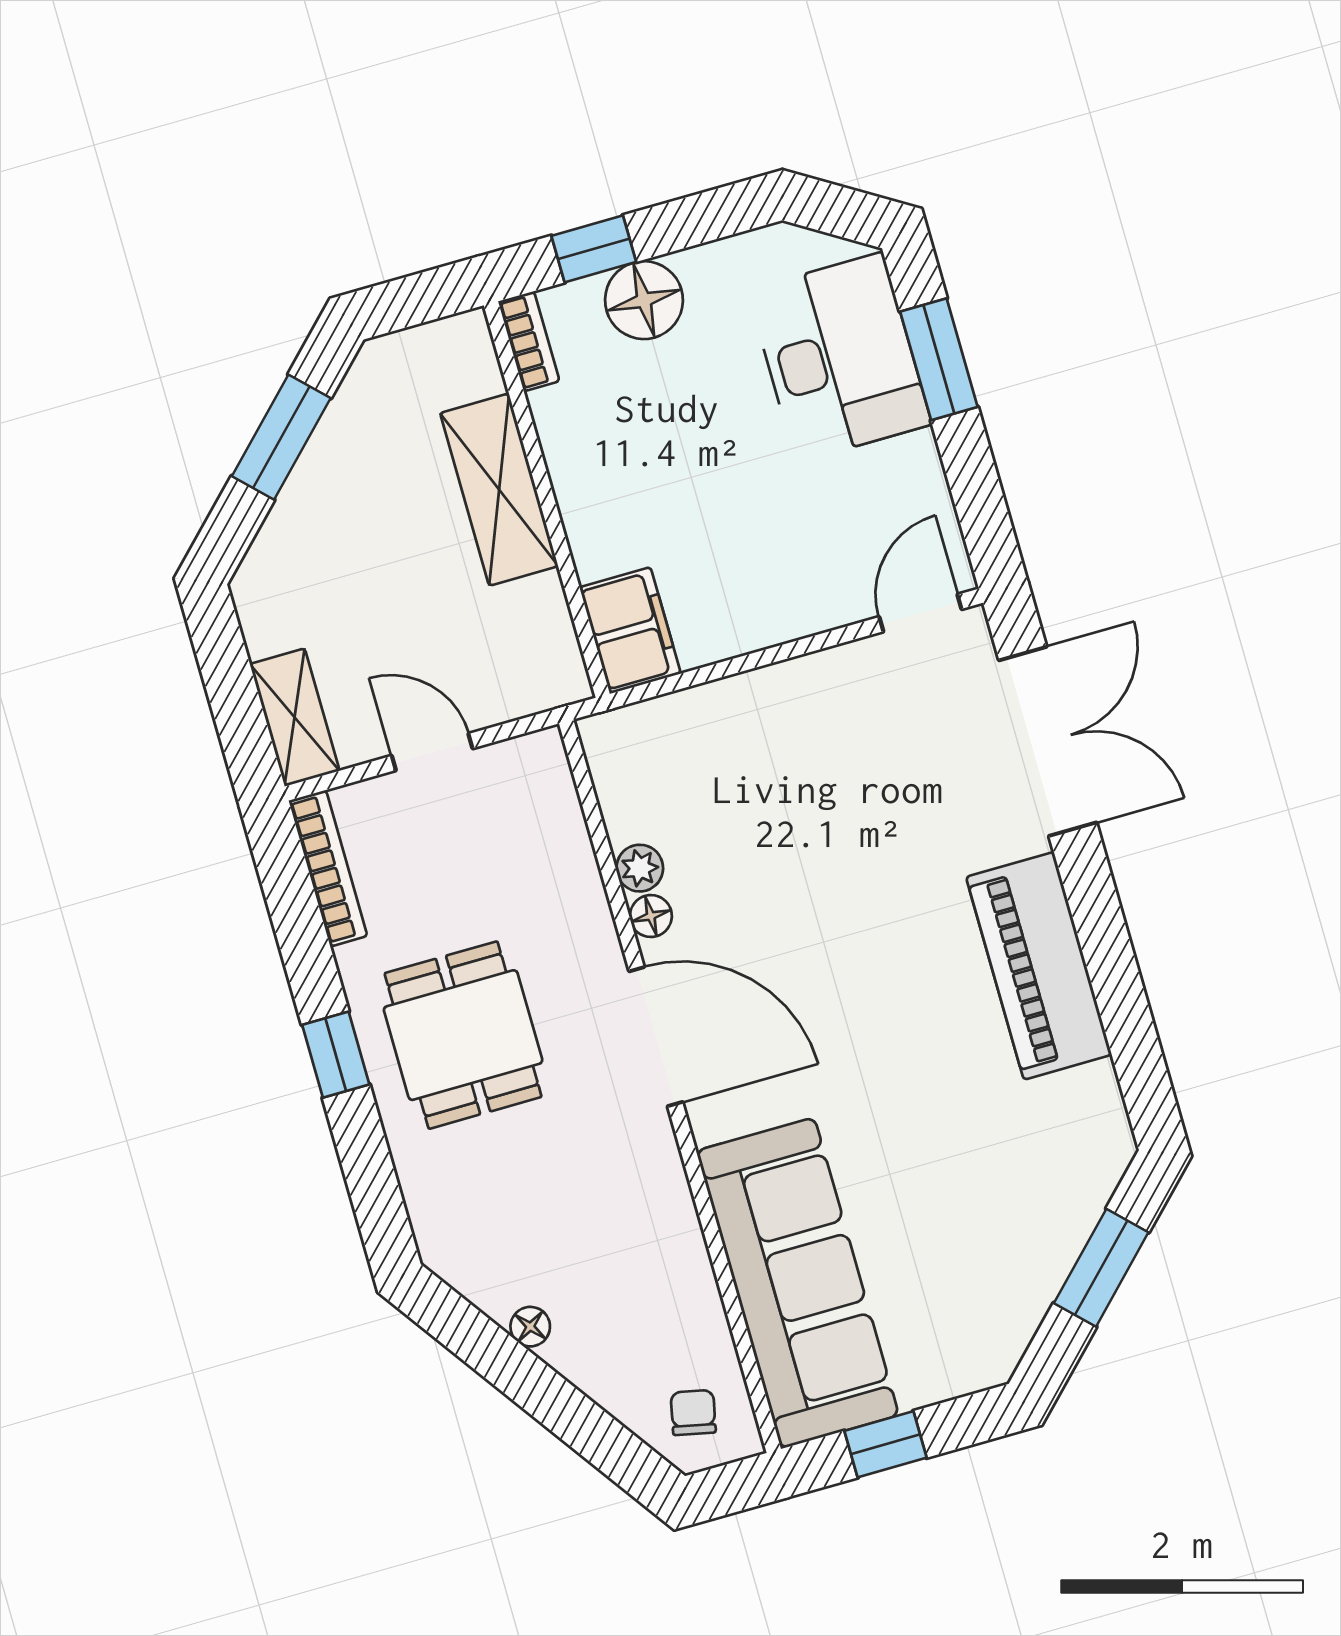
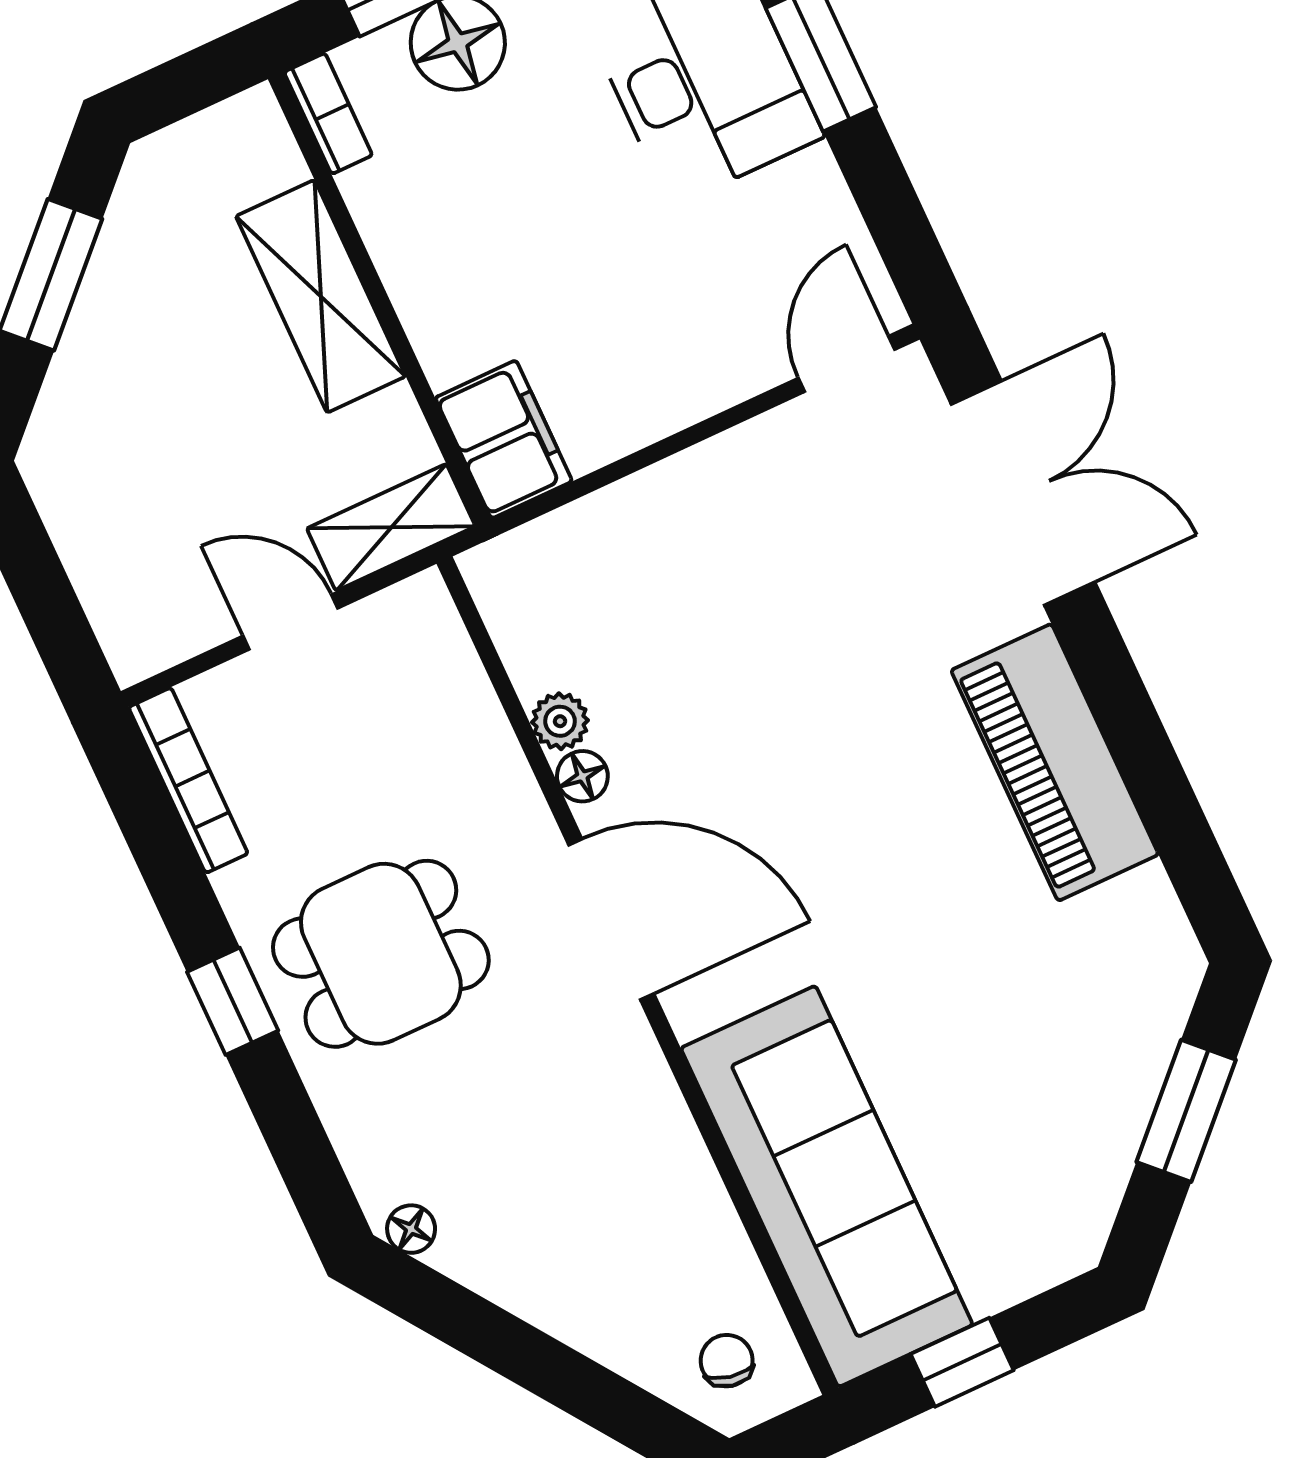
shelving: (295, 717) -> (391, 527), moved, turned 90
dining table: (463, 1035) -> (381, 954), turned 90
floor lamp: (530, 1327) -> (411, 1229), moved

